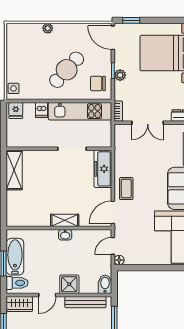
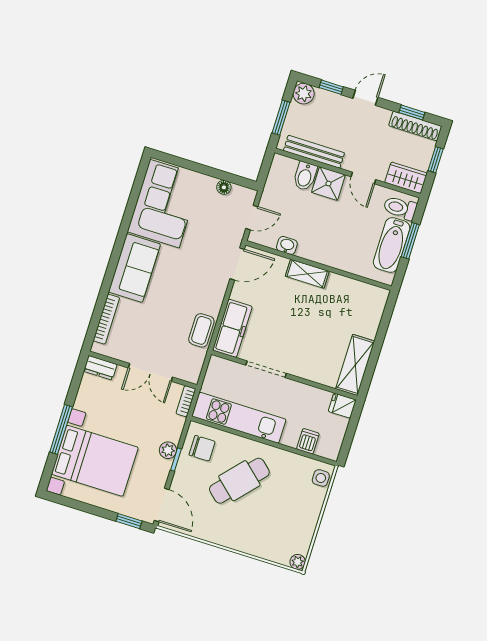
plant: (48, 28) -> (298, 562), moved
fridge: (16, 110) -> (342, 406), moved, turned -90
dishwasher: (41, 110) -> (308, 441), moved
double door: (148, 123) -> (150, 372), swing flipped
coffee table: (126, 189) -> (201, 330), moved
washbasin: (65, 235) -> (287, 245), moved
floor lamp: (119, 260) -> (224, 187), moved
bidet: (105, 284) -> (305, 176), moved
door: (47, 295) -> (363, 178), swing flipped

